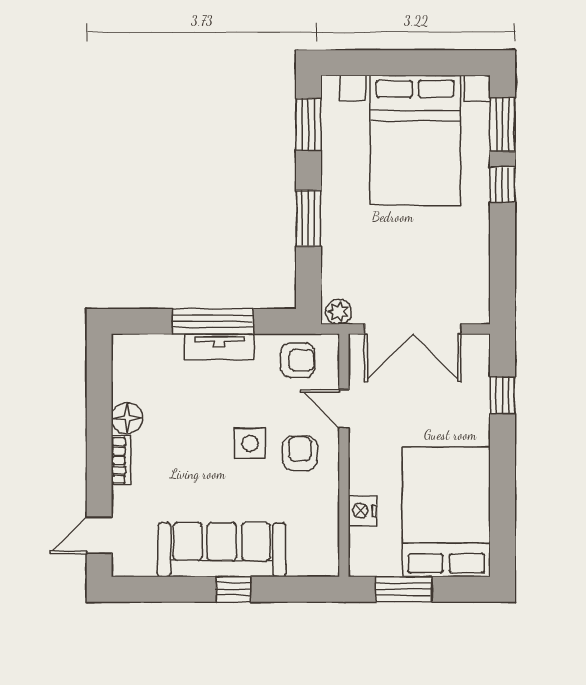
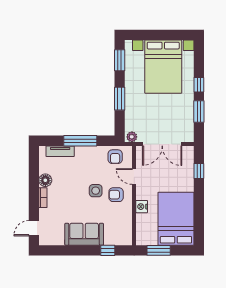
window: (502, 125) -> (199, 112), moved
tv unit: (219, 347) -> (60, 151), moved
armchair: (297, 360) -> (115, 157), turned 90
armchair: (300, 453) -> (116, 195), turned -90
nightstand: (363, 511) -> (142, 207), moved
sofa: (222, 550) -> (84, 234), width x0.73
window: (233, 589) -> (108, 250), moved

